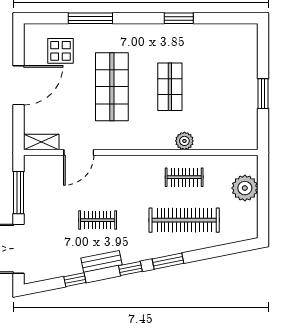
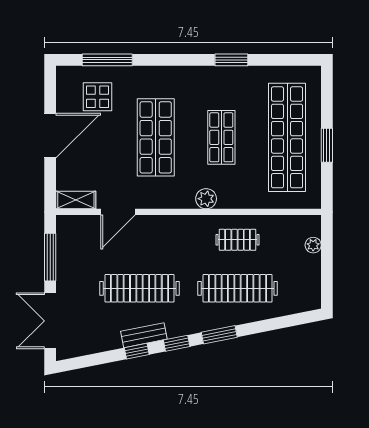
window: (90, 18) -> (107, 60), moved
shop shelf: (228, 87) -> (287, 137), added
plant: (184, 141) -> (206, 199), moved
plant: (245, 188) -> (313, 245), width x0.53, depth x0.53
clothes rail: (98, 220) -> (140, 288), width x1.86, depth x1.31
window: (75, 280) -> (137, 351), moved

